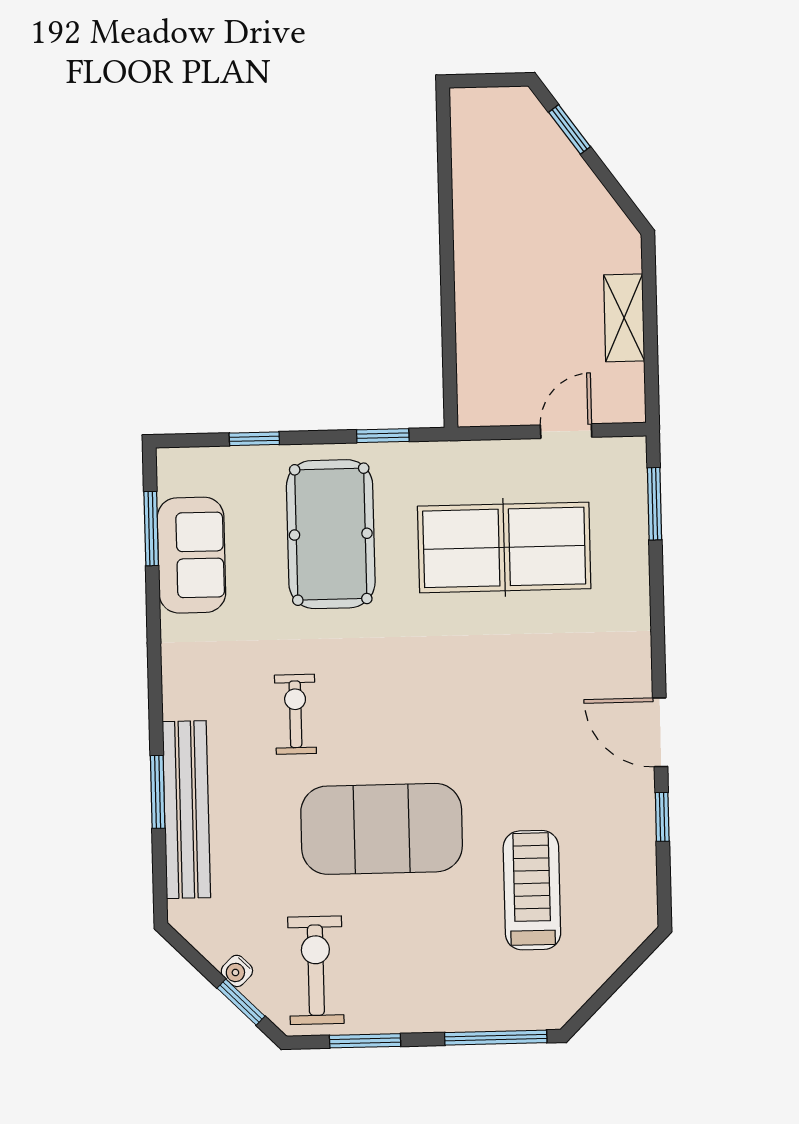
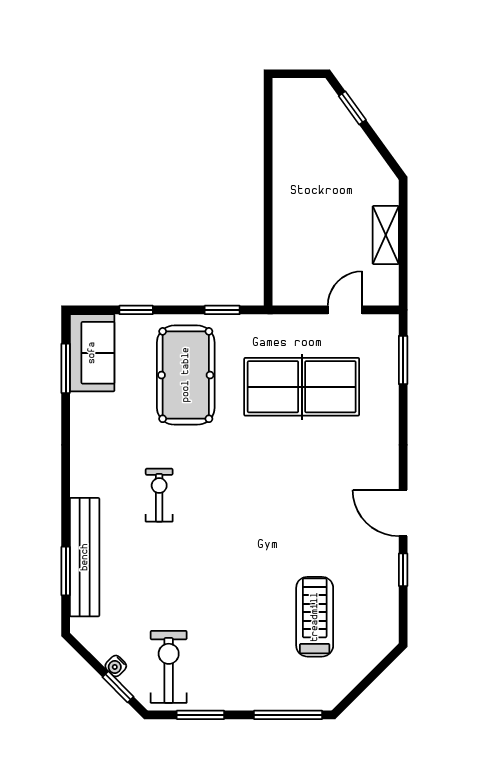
sofa: (191, 555) -> (92, 353), moved
window: (158, 792) -> (66, 571), moved
exercise mat: (382, 829) -> (215, 573), removed

